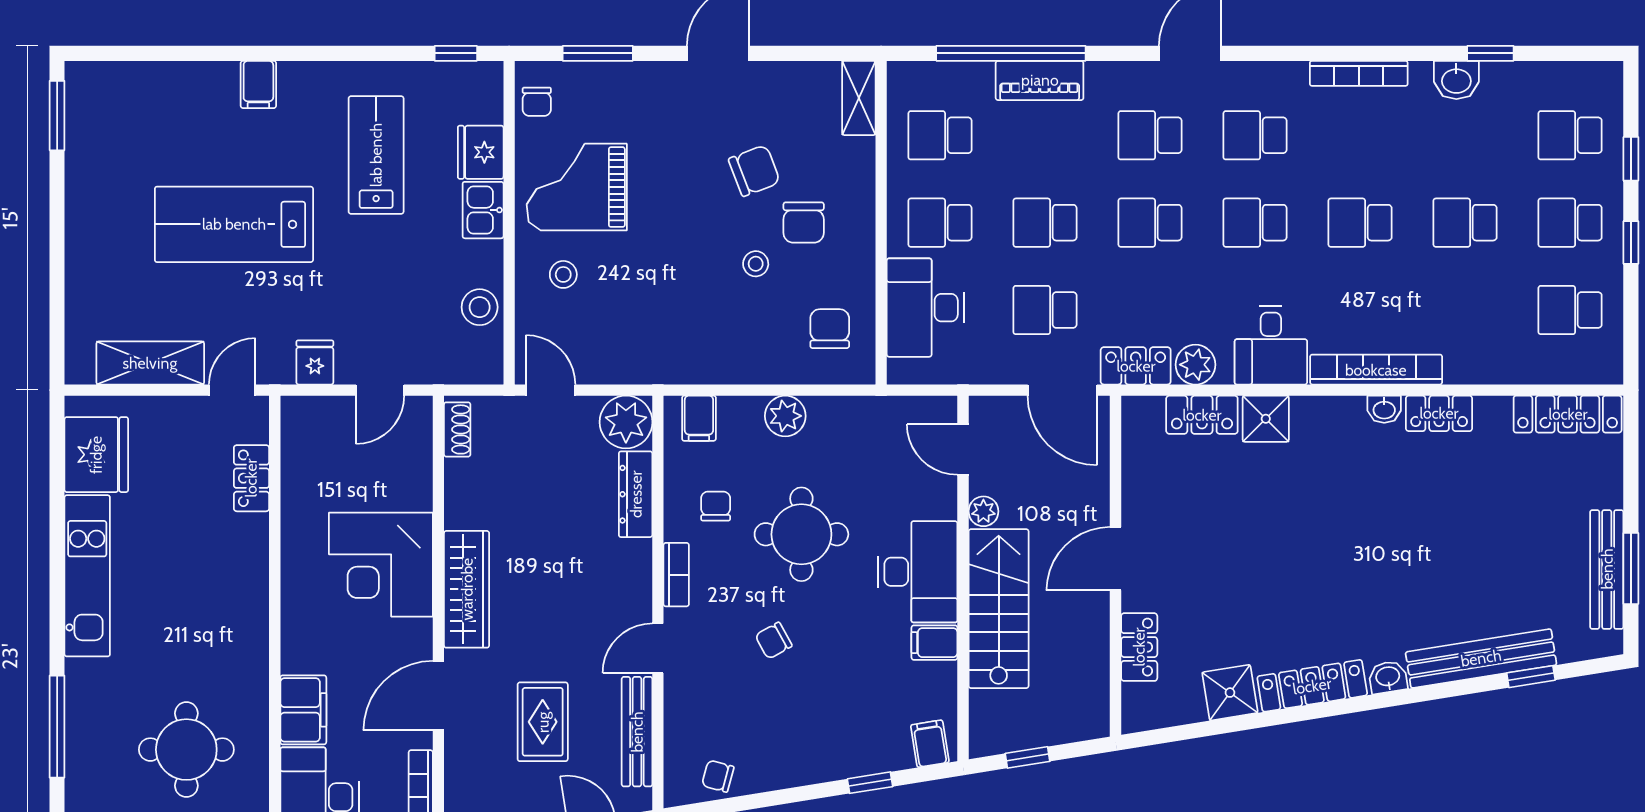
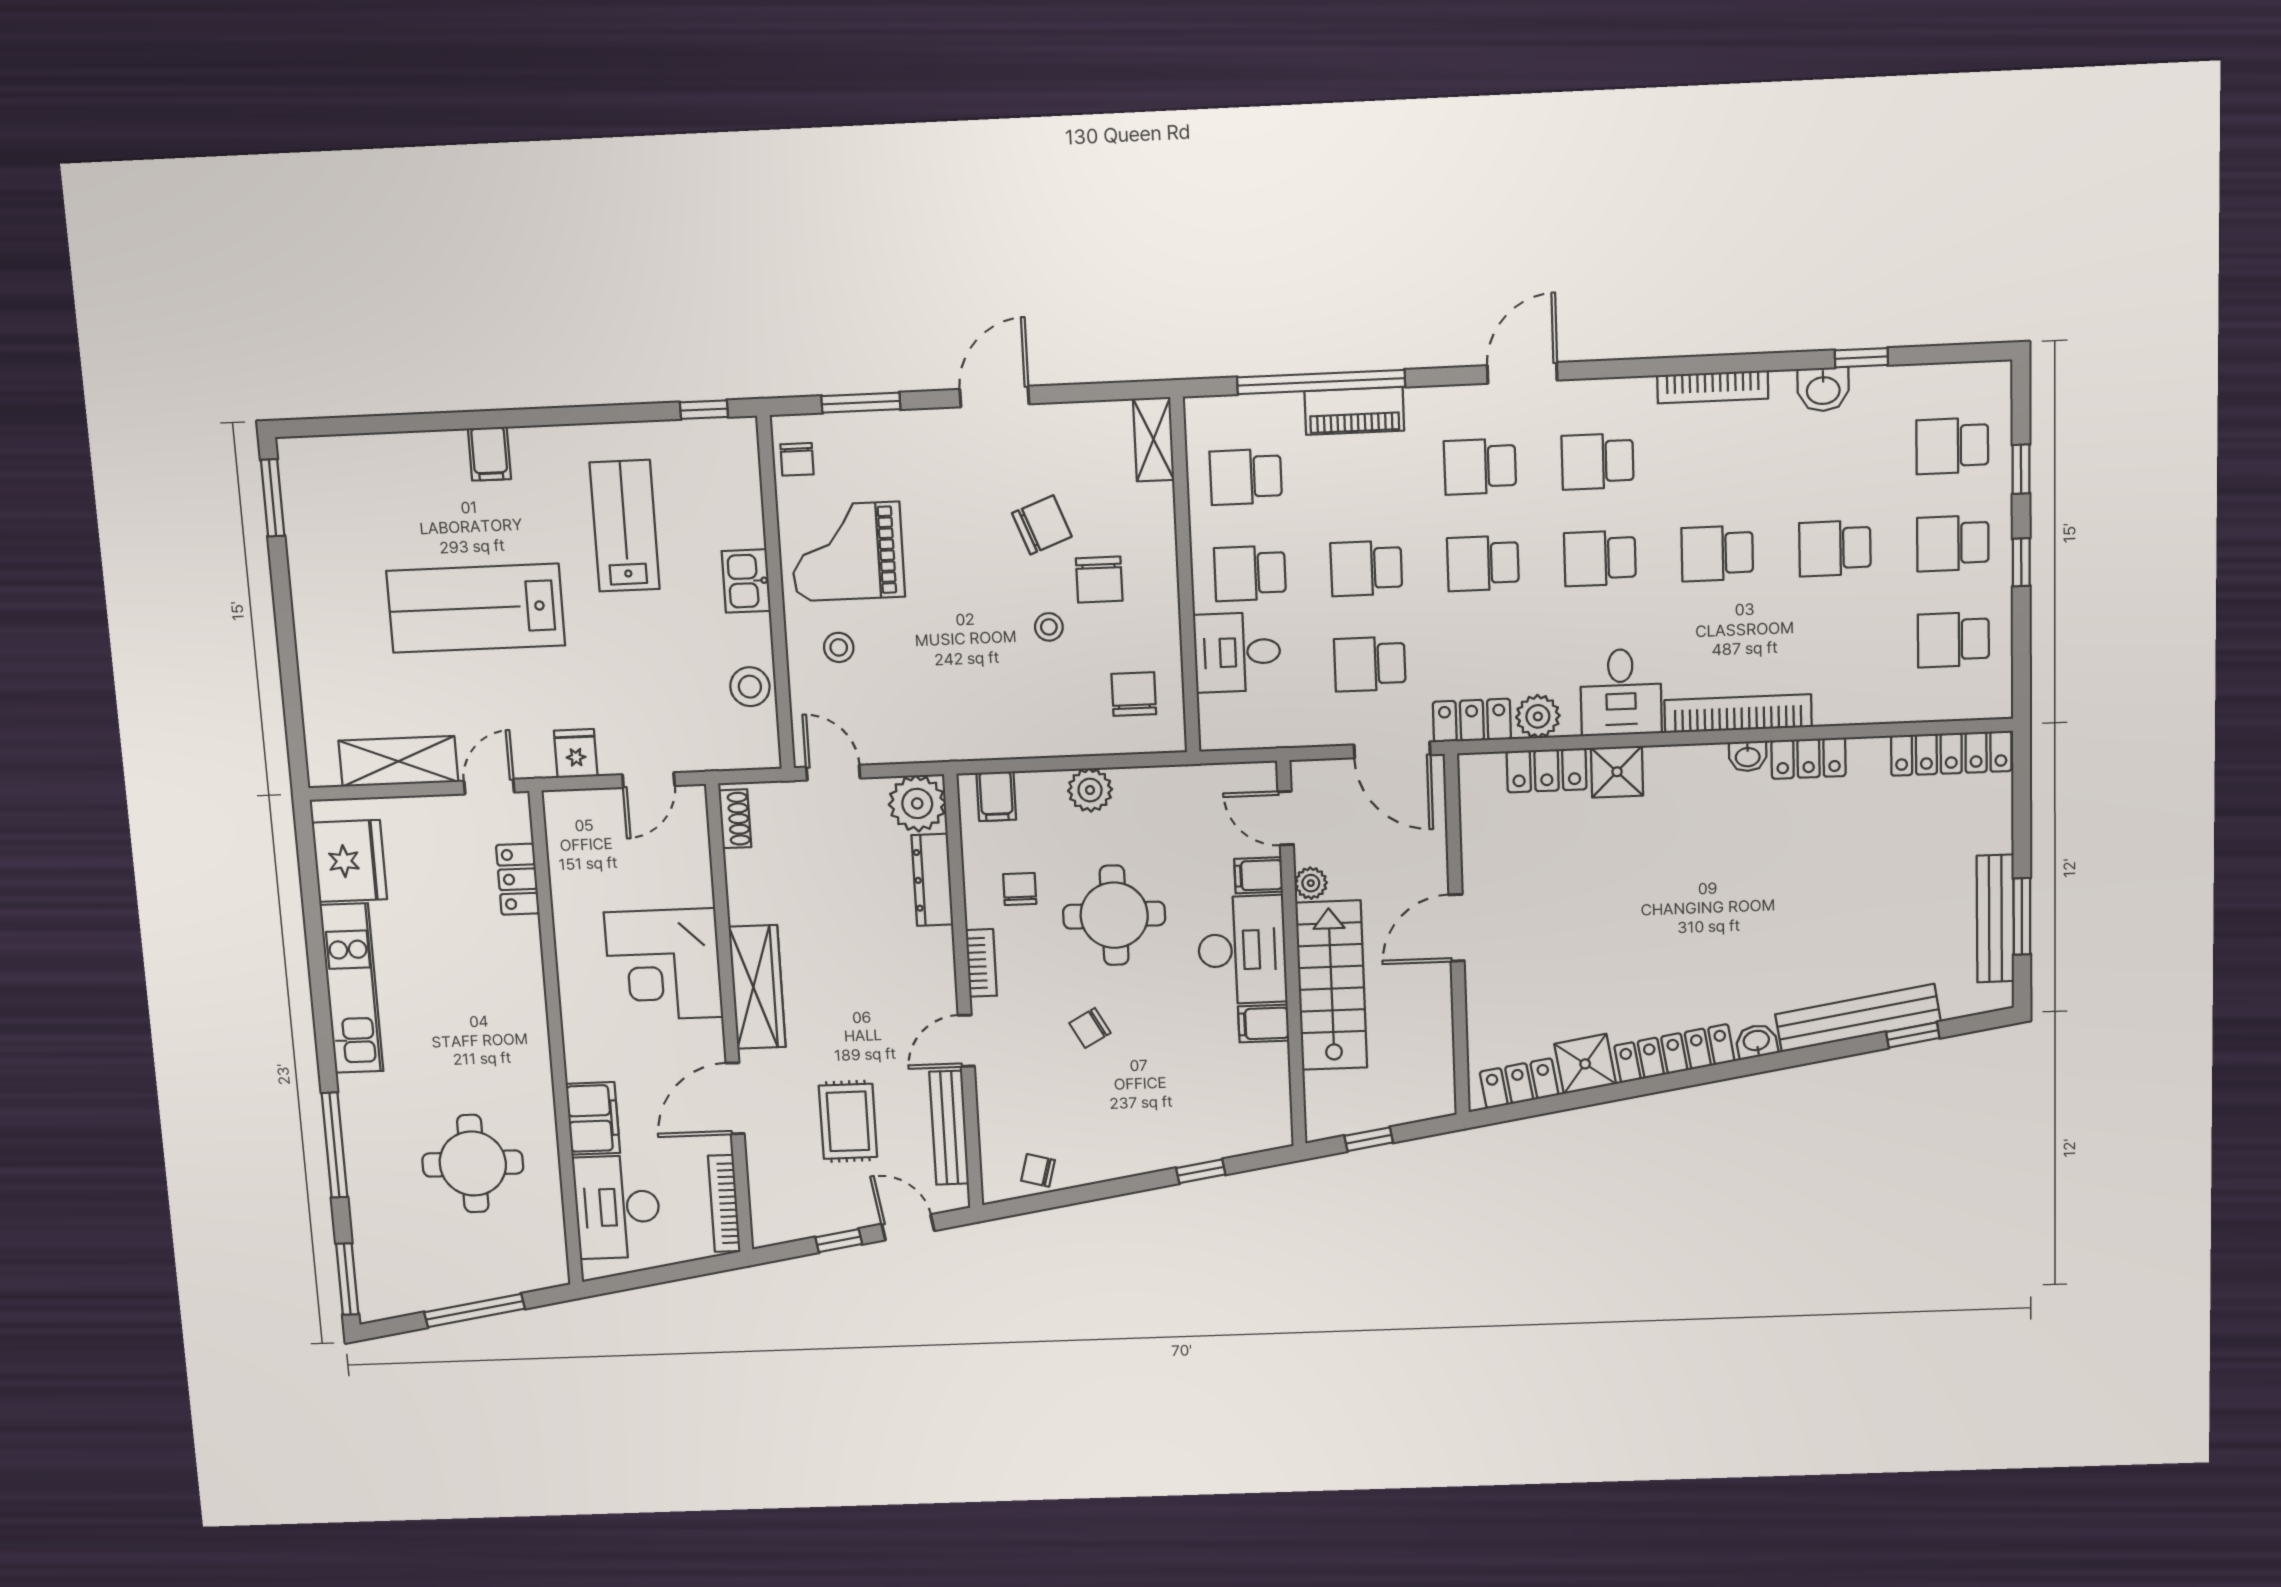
fridge: (481, 152) -> (739, 518), removed
desk: (925, 308) -> (1237, 652), width x0.73
locker: (1139, 647) -> (1519, 1083), moved, turned -99
filing cabinet: (930, 744) -> (1258, 875), moved, turned -81

